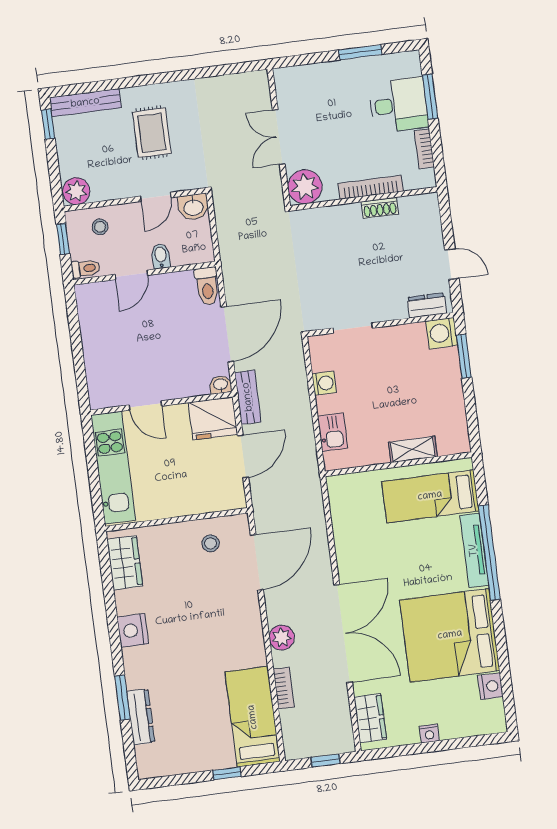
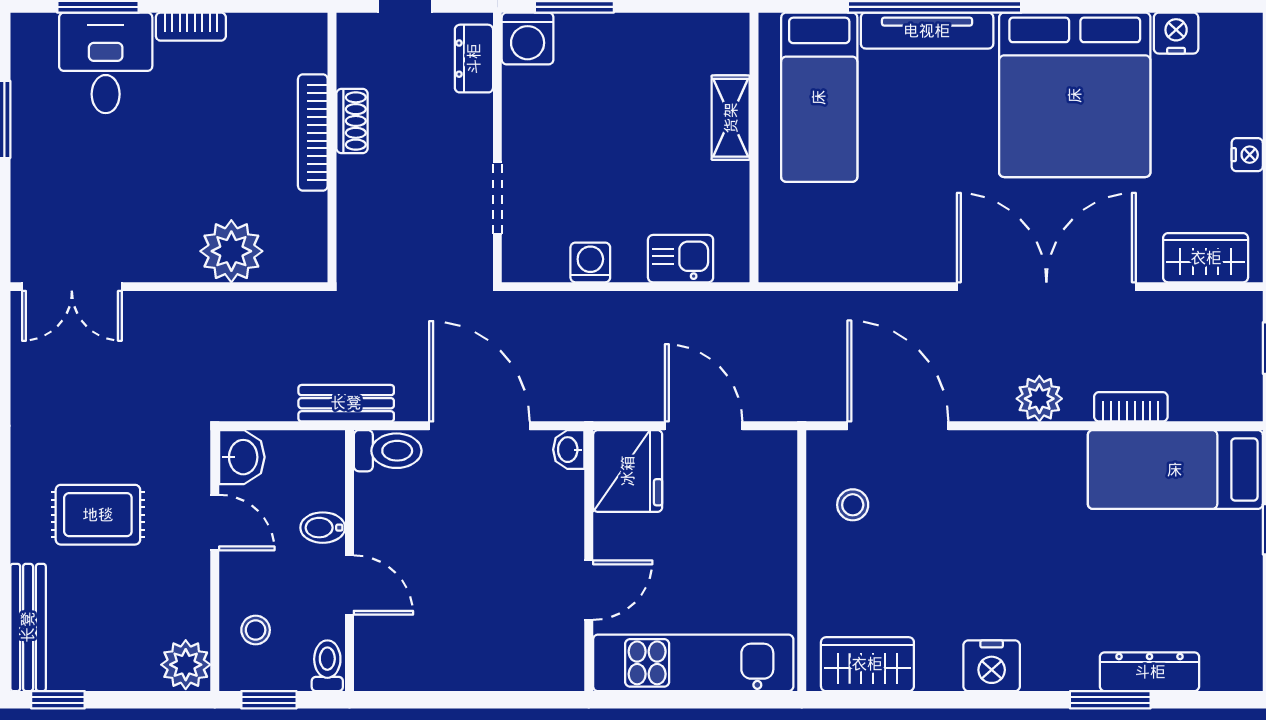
double door: (279, 137) -> (72, 287), moved
bookcase: (371, 187) -> (313, 133), moved
wall: (364, 199) -> (332, 147), moved
shoe rack: (380, 208) -> (352, 121), moved
bench: (248, 397) -> (346, 403), moved

